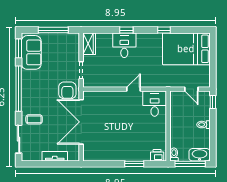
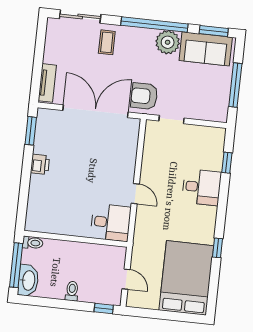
window: (126, 30) -> (227, 163), moved
wardrobe: (89, 44) -> (209, 136), removed
plant: (30, 79) -> (168, 42), added
door: (191, 89) -> (126, 279), swing flipped
printer: (157, 155) -> (40, 164), moved
tv unit: (55, 156) -> (47, 83), moved
window: (134, 164) -> (31, 131), moved

